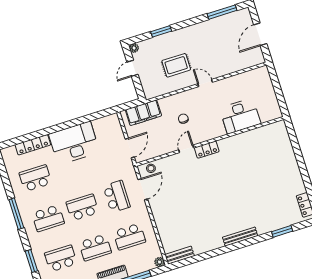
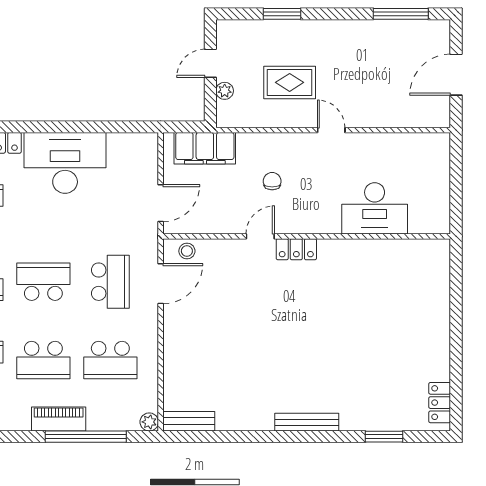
plant: (134, 48) -> (225, 91), moved

